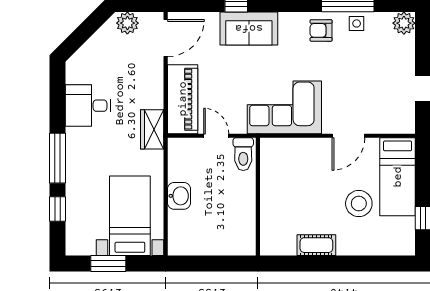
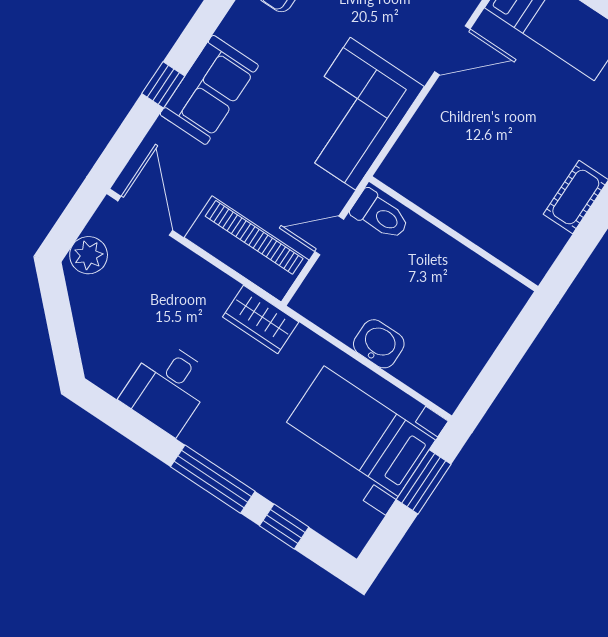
door: (348, 136) -> (452, 50), hinge flipped
stool: (359, 204) -> (557, 99), removed
window: (108, 263) -> (424, 482), moved

